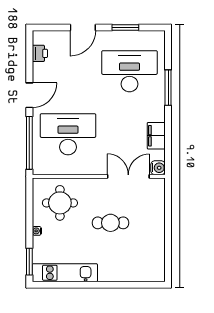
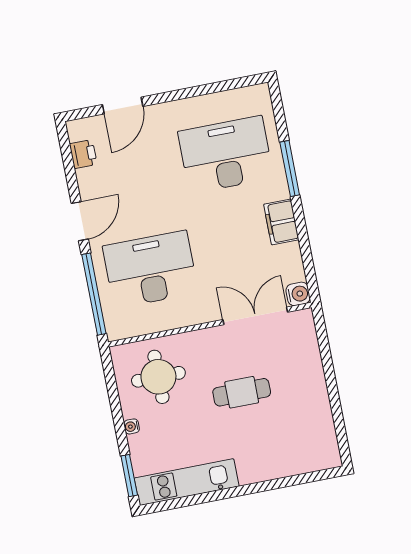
door: (83, 28) -> (123, 106), moved
window: (125, 28) -> (206, 89), removed
filing cabinet: (156, 136) -> (281, 222), moved

